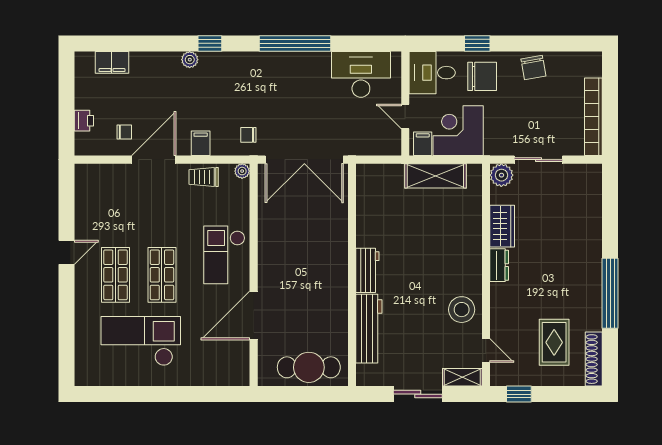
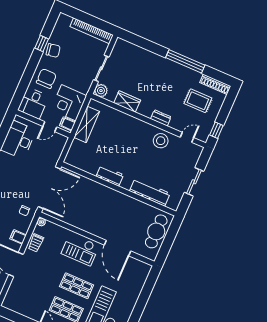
window: (477, 43) -> (42, 43), moved
dresser: (499, 265) -> (161, 118), moved
workbench: (367, 270) -> (110, 176), moved
shelving: (462, 377) -> (195, 155), removed

